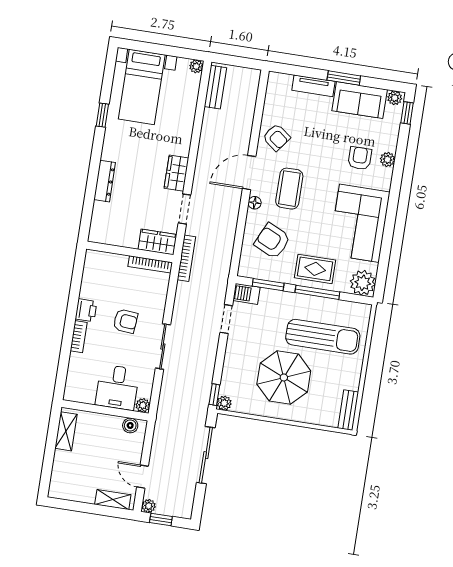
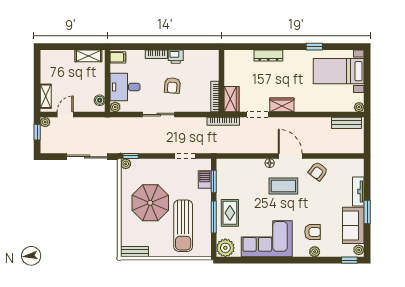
armchair: (272, 241) -> (245, 180), removed
barbecue: (247, 294) -> (205, 179), moved
filing cabinet: (75, 391) -> (118, 57), added

